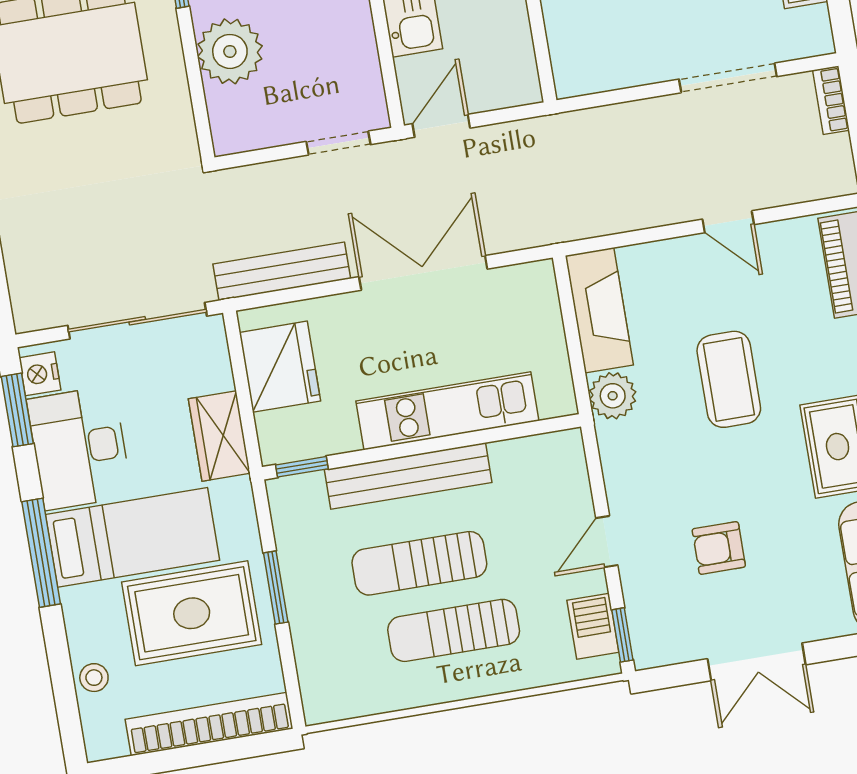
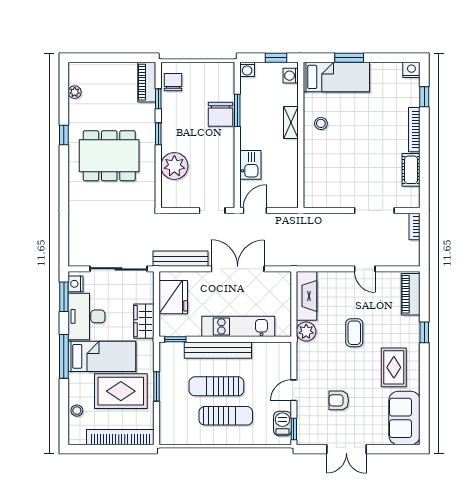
coffee table: (729, 379) -> (354, 333), width x0.73, depth x0.77
sun lounger: (454, 630) -> (226, 416), turned 180

